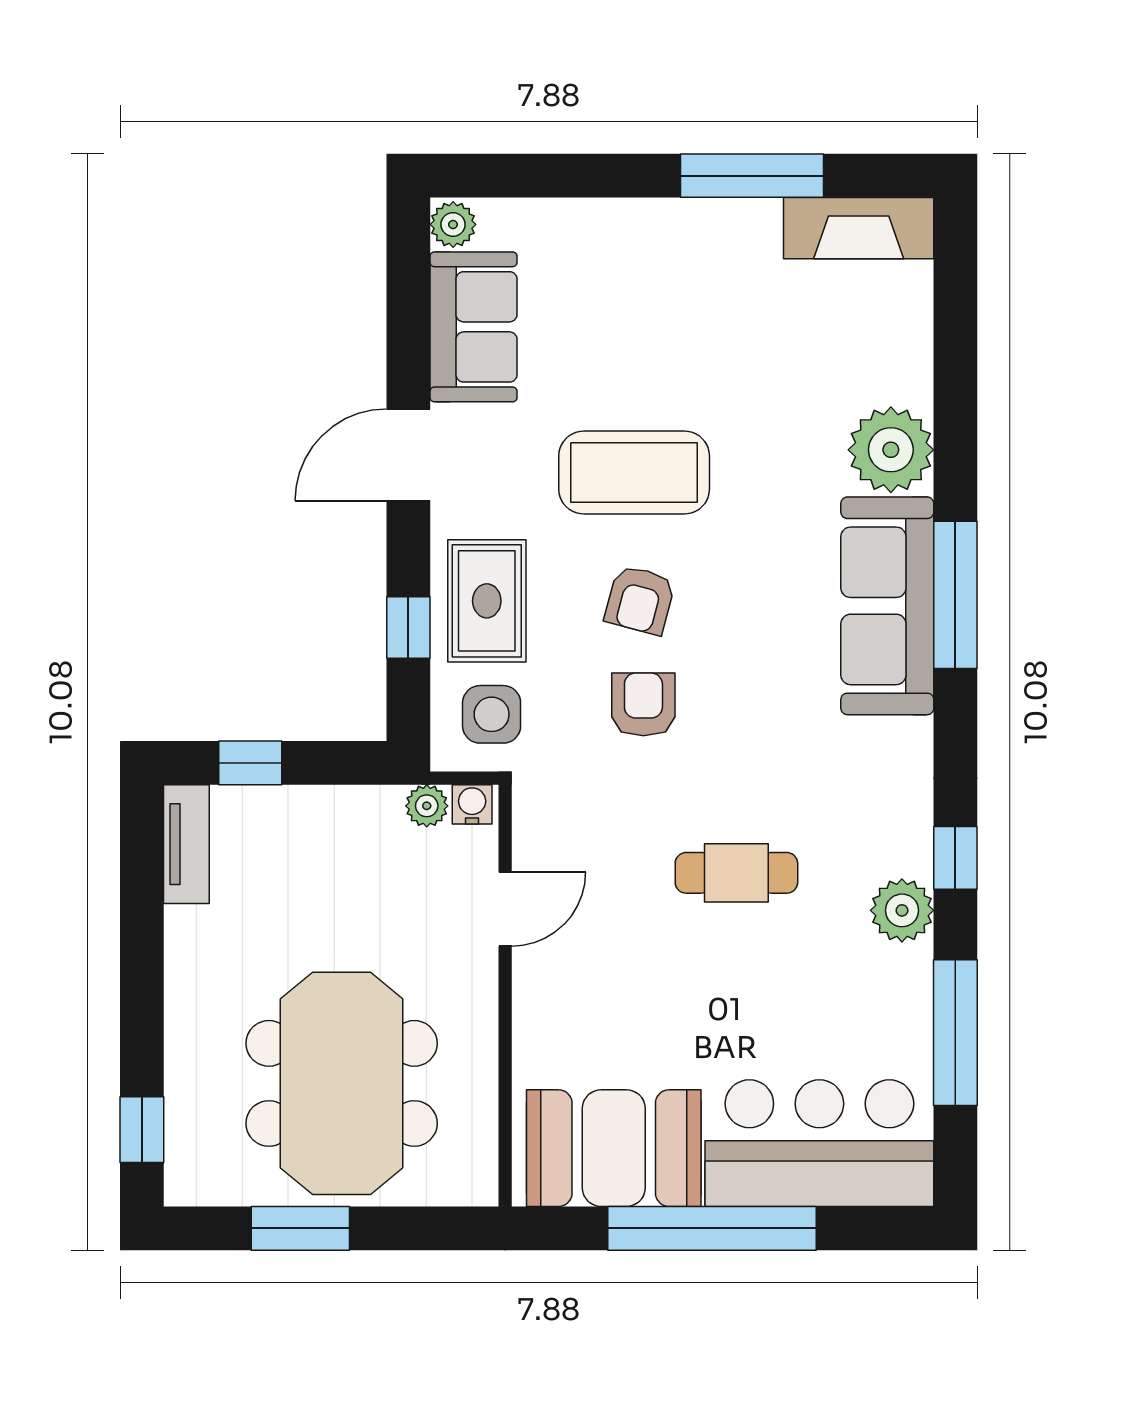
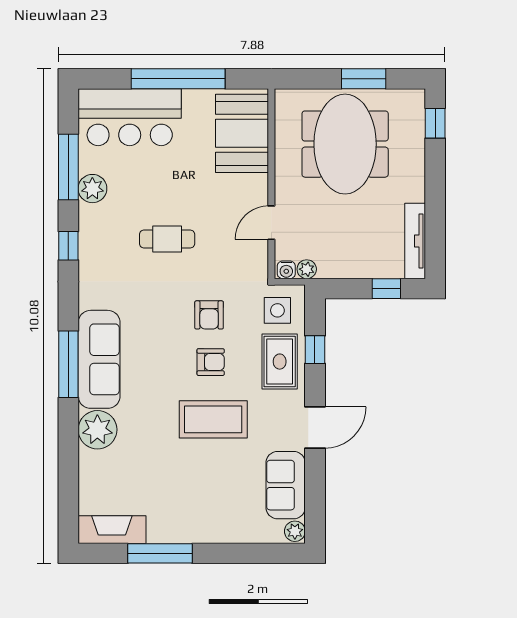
armchair: (640, 600) -> (211, 362), turned 75
tv unit: (186, 844) -> (415, 241), width x1.41
plant: (902, 910) -> (92, 189), moved
booth: (614, 1148) -> (242, 133), moved, turned 90

